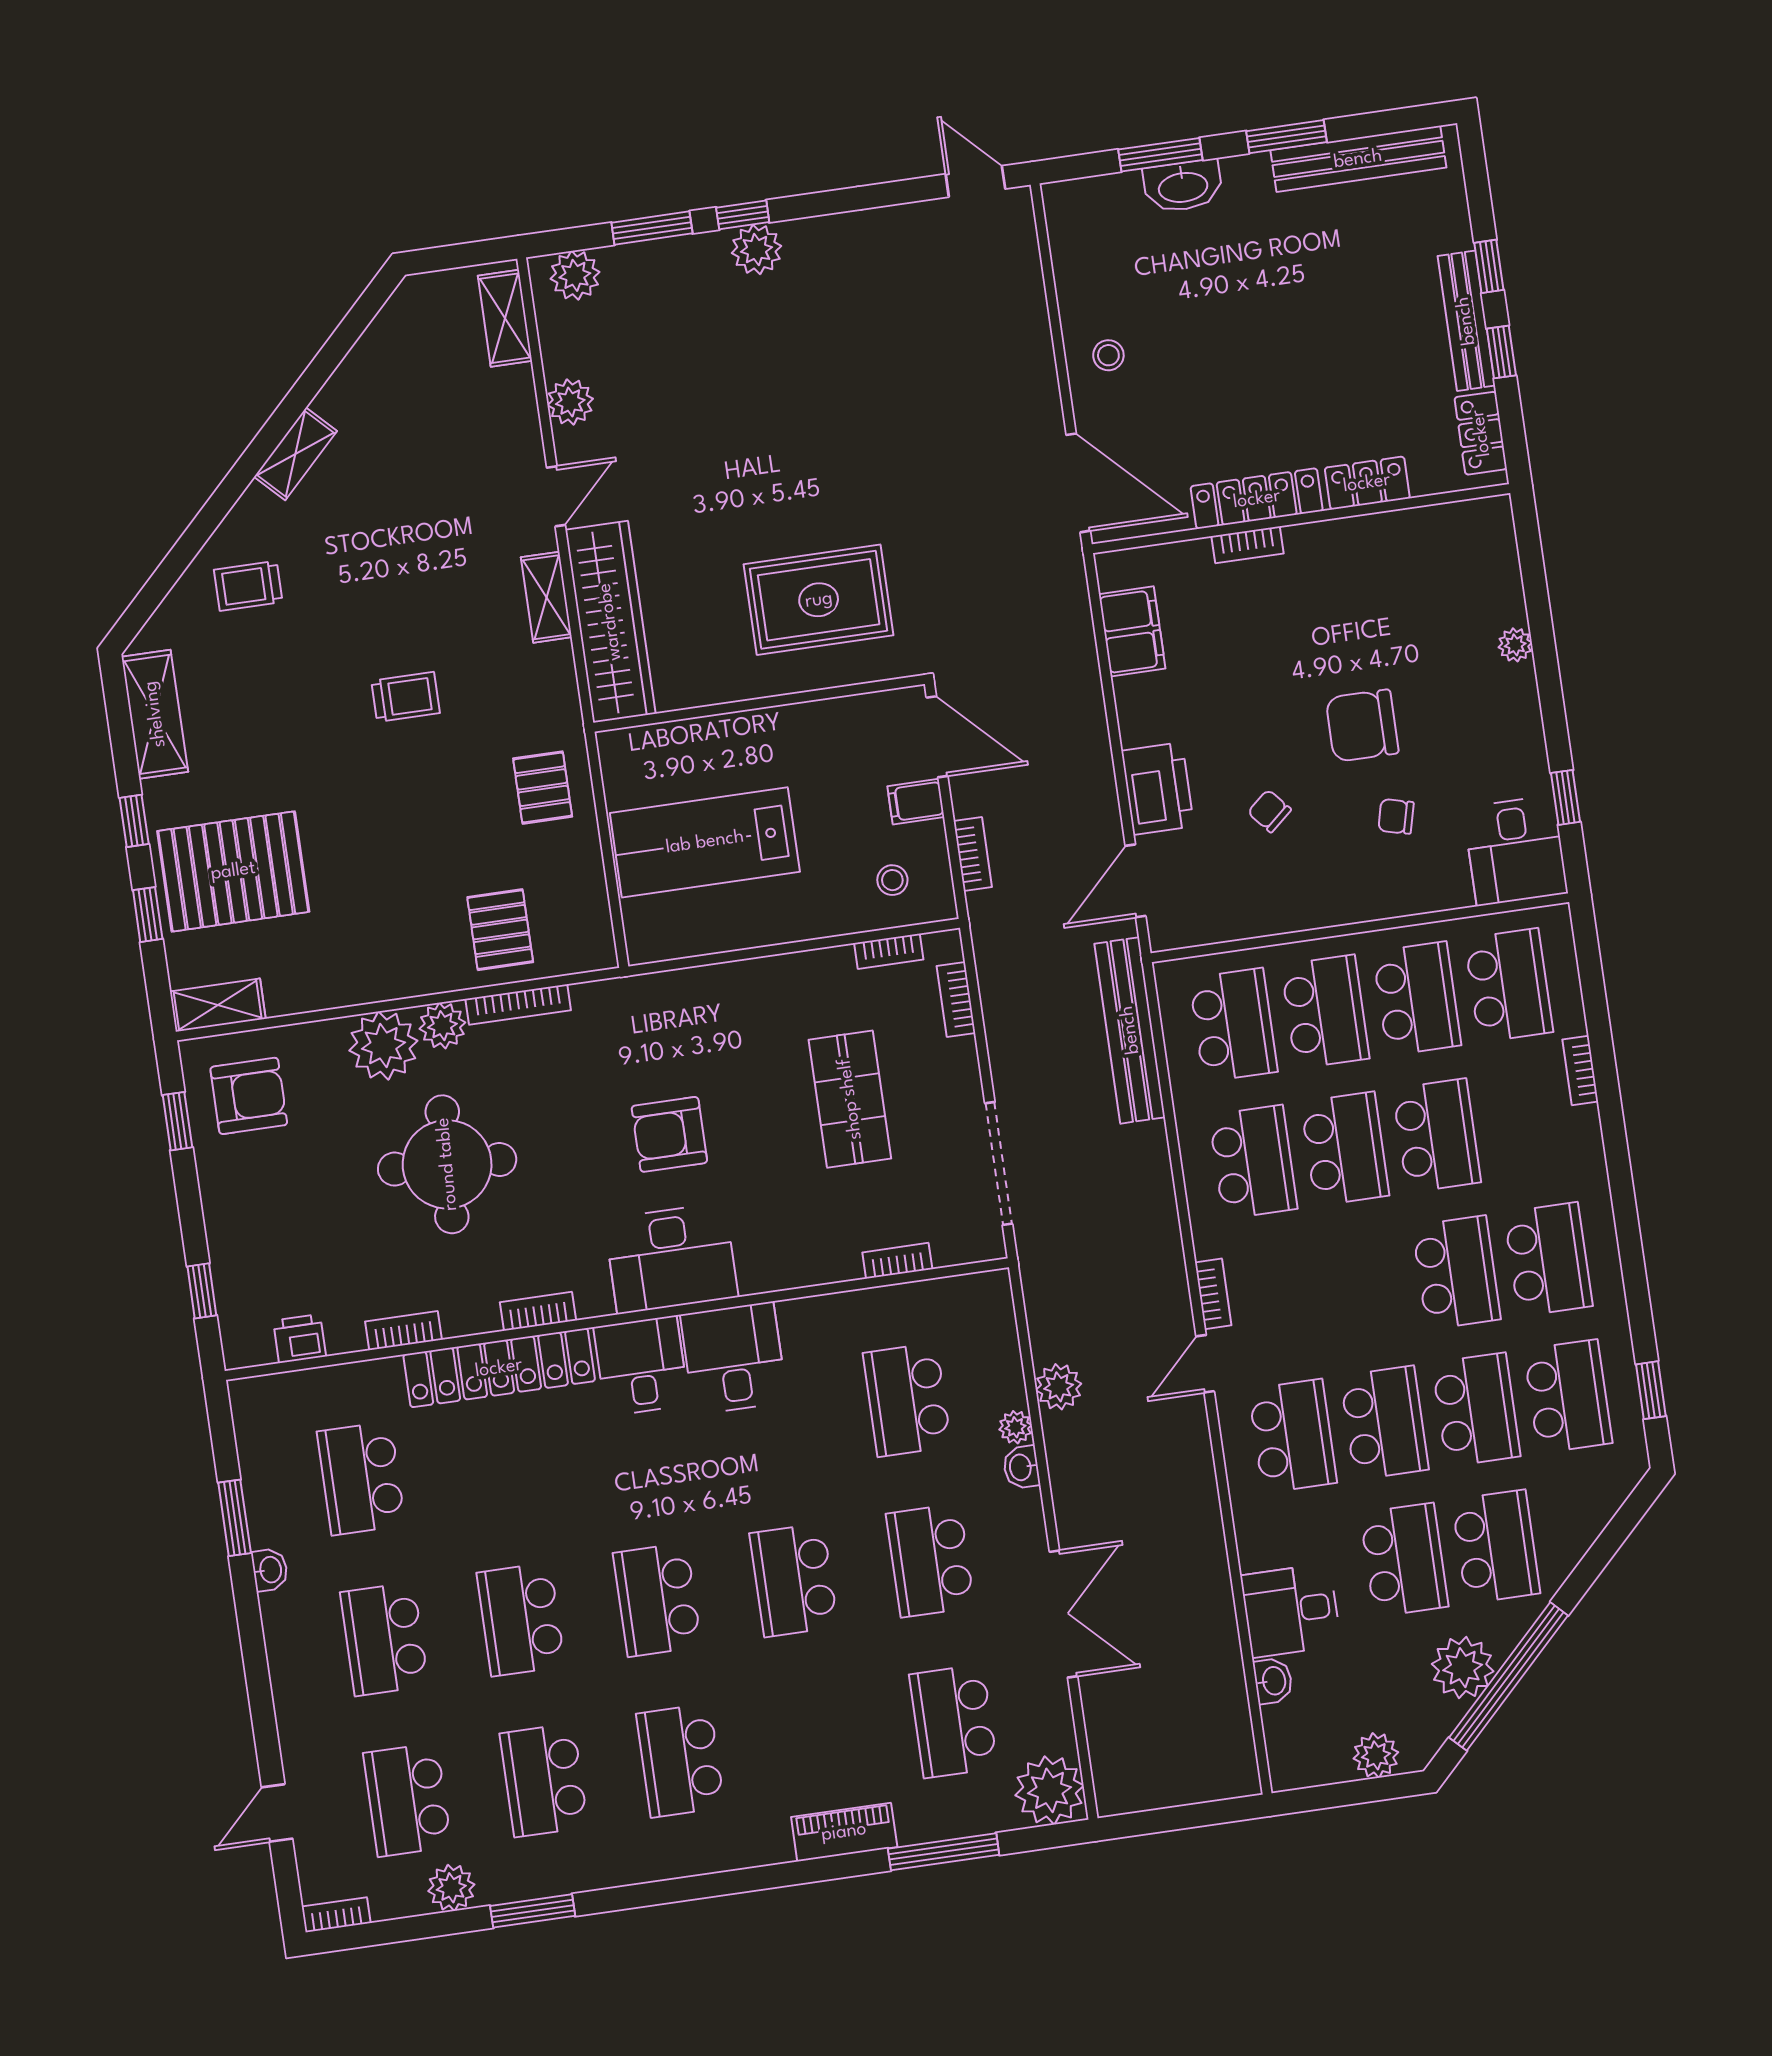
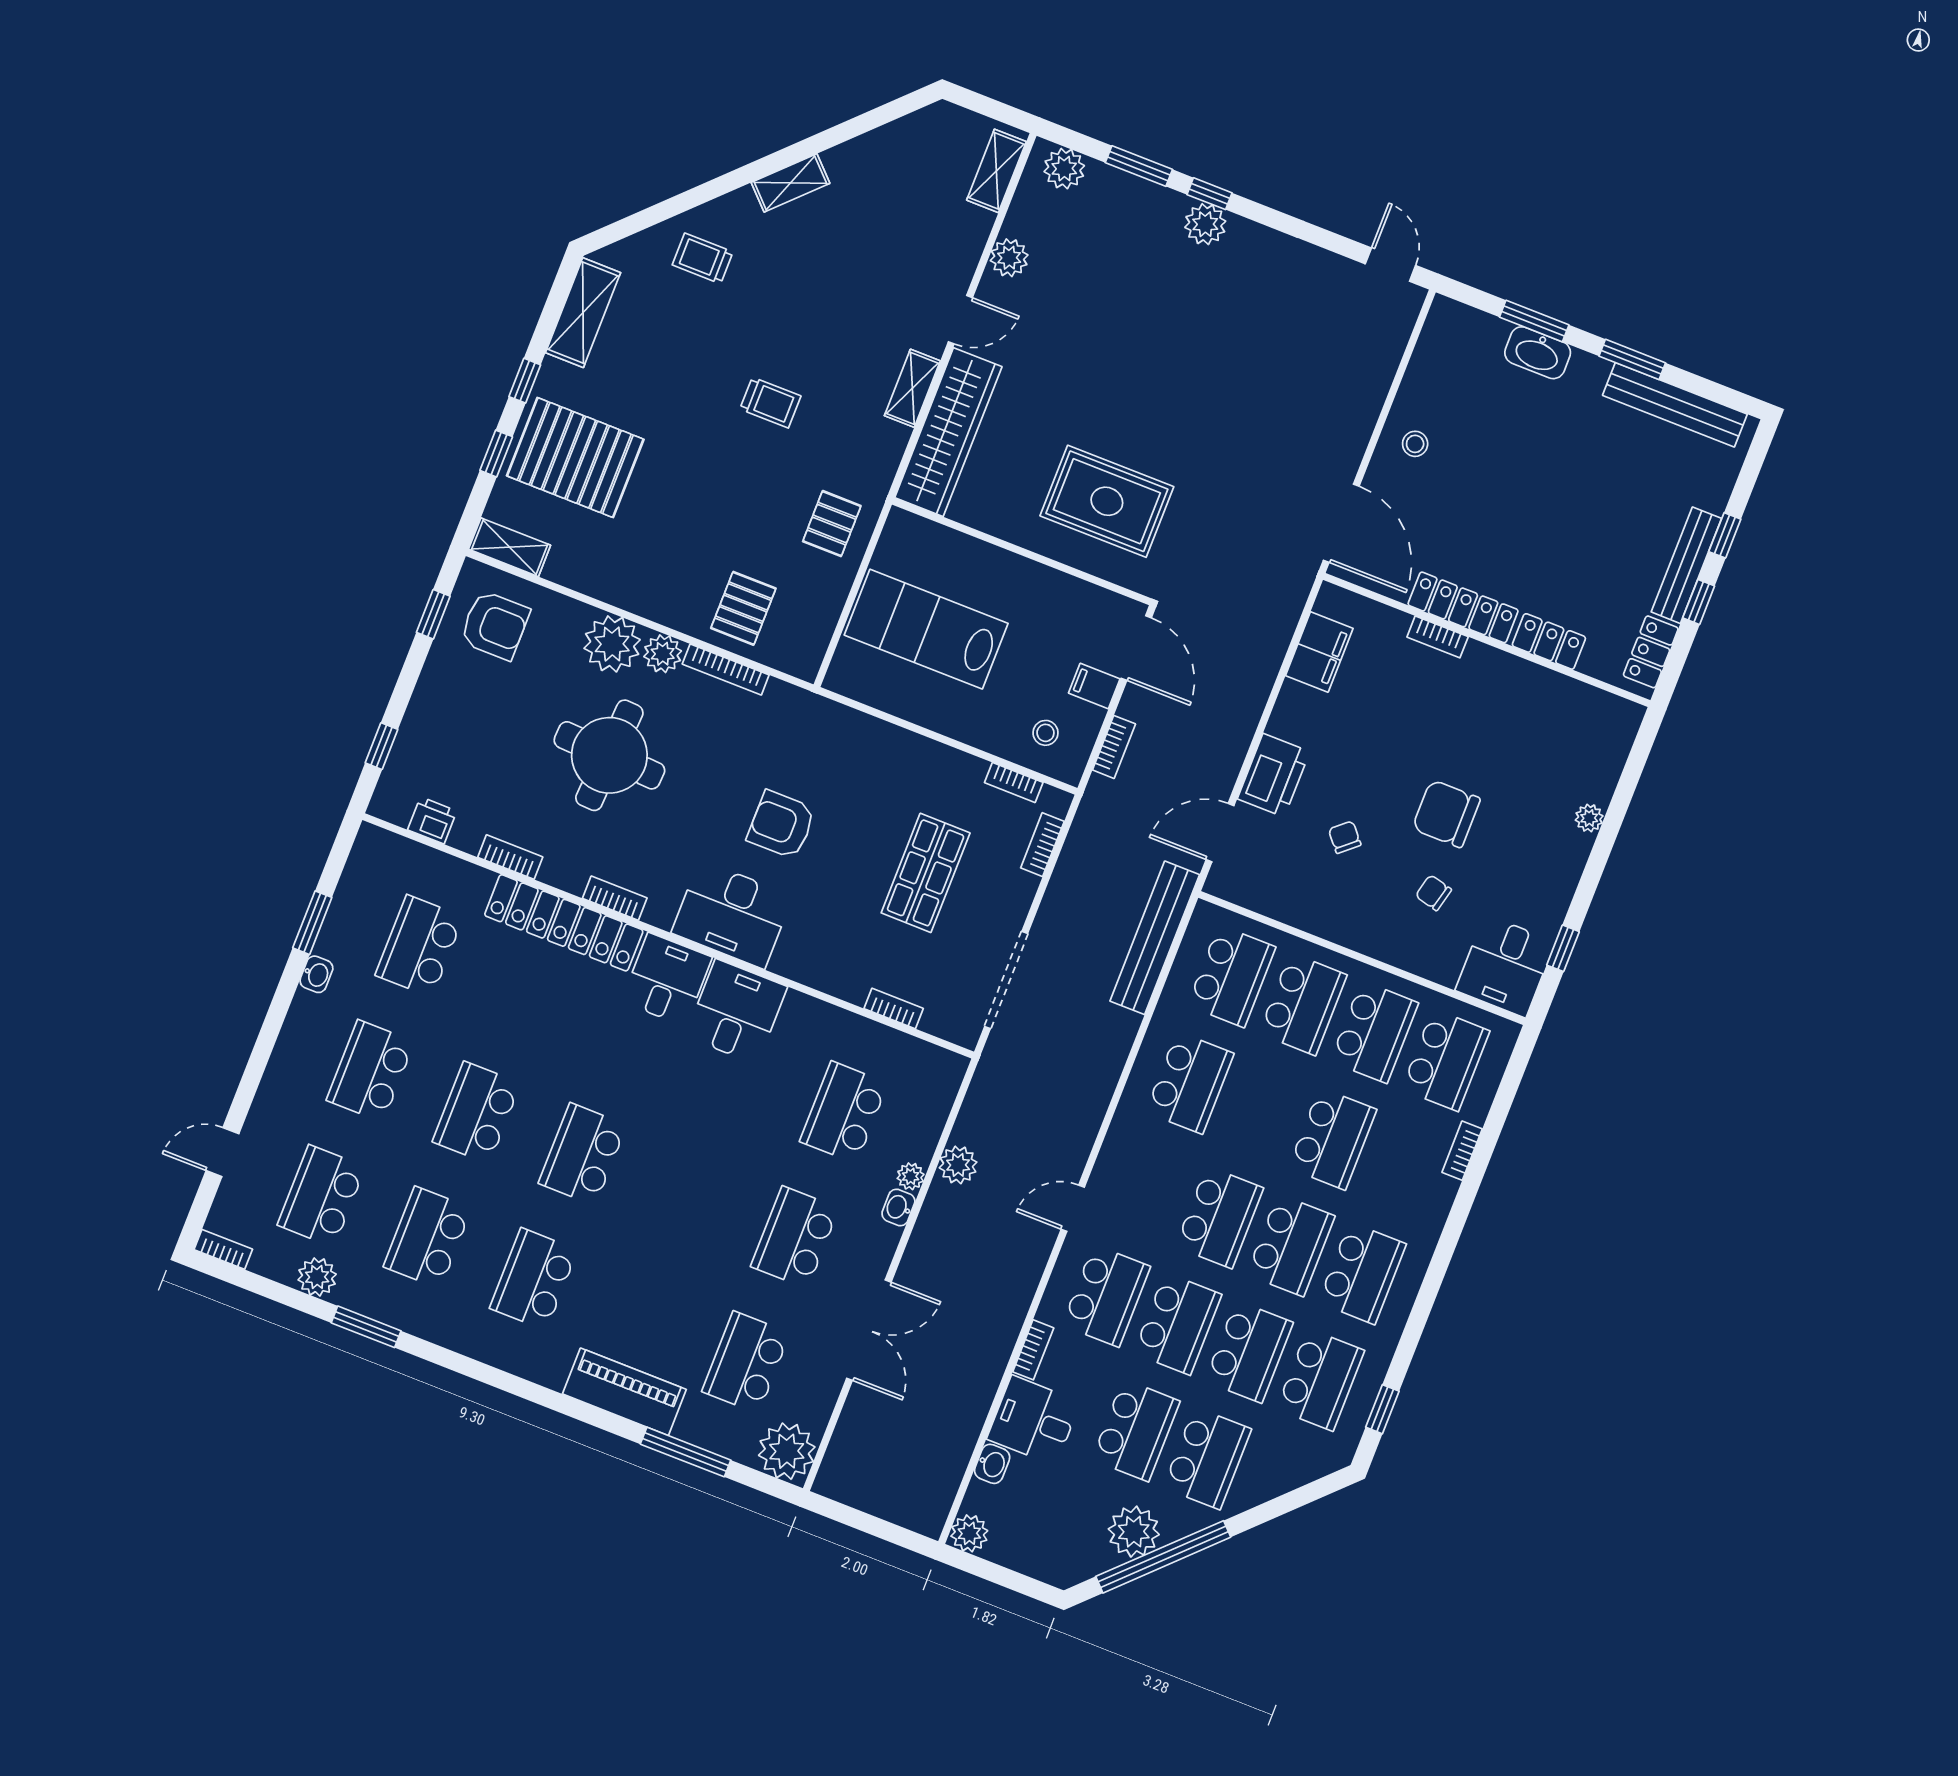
school desk: (1345, 1149) -> (1219, 1217), moved
bookcase: (1213, 1294) -> (1033, 1350), moved
school desk: (794, 1580) -> (689, 1196), removed
plant: (1376, 1755) -> (969, 1533), moved
piano: (844, 1832) -> (624, 1392), width x1.37, depth x1.33

